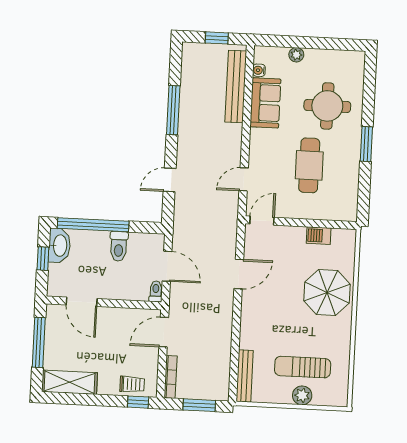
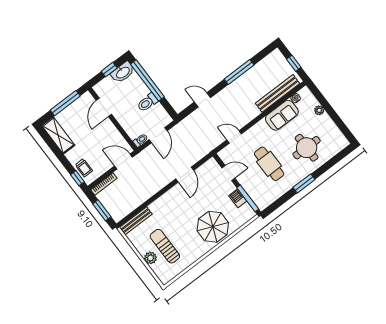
cafe table: (309, 165) -> (269, 164), turned 90
door: (262, 221) -> (228, 173), moved
window: (328, 224) -> (248, 198), added
door: (239, 274) -> (185, 175), hinge flipped

